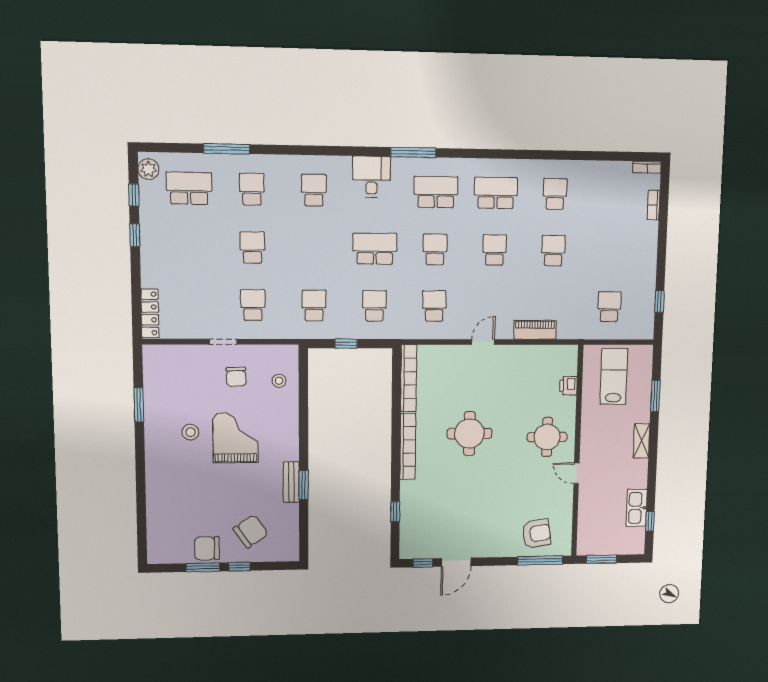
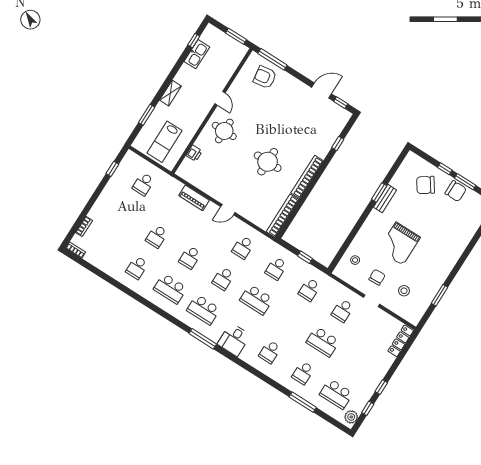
school desk: (252, 248) -> (323, 342), width x1.85
stool: (190, 432) -> (404, 291), moved

